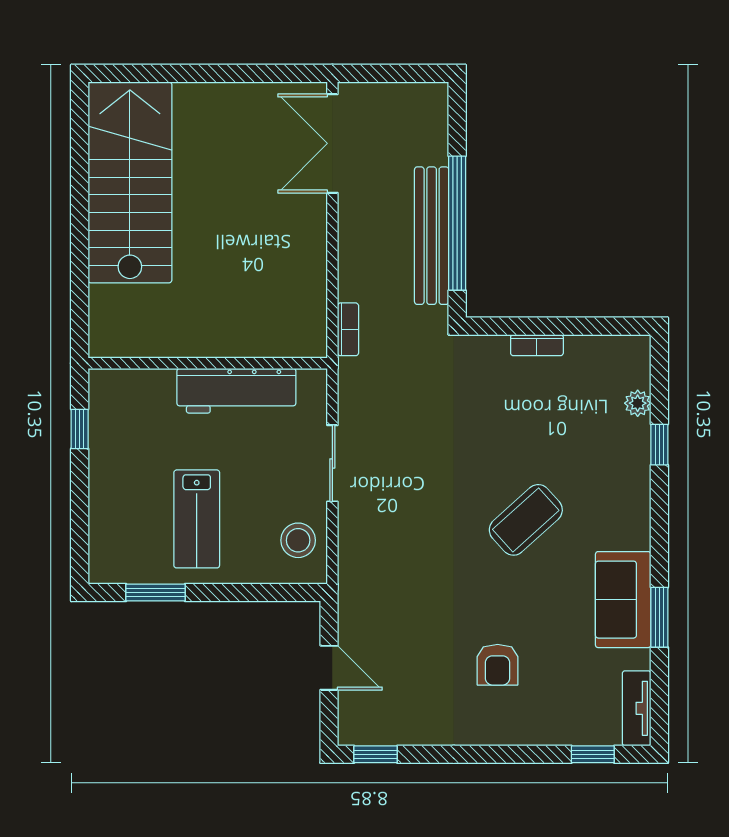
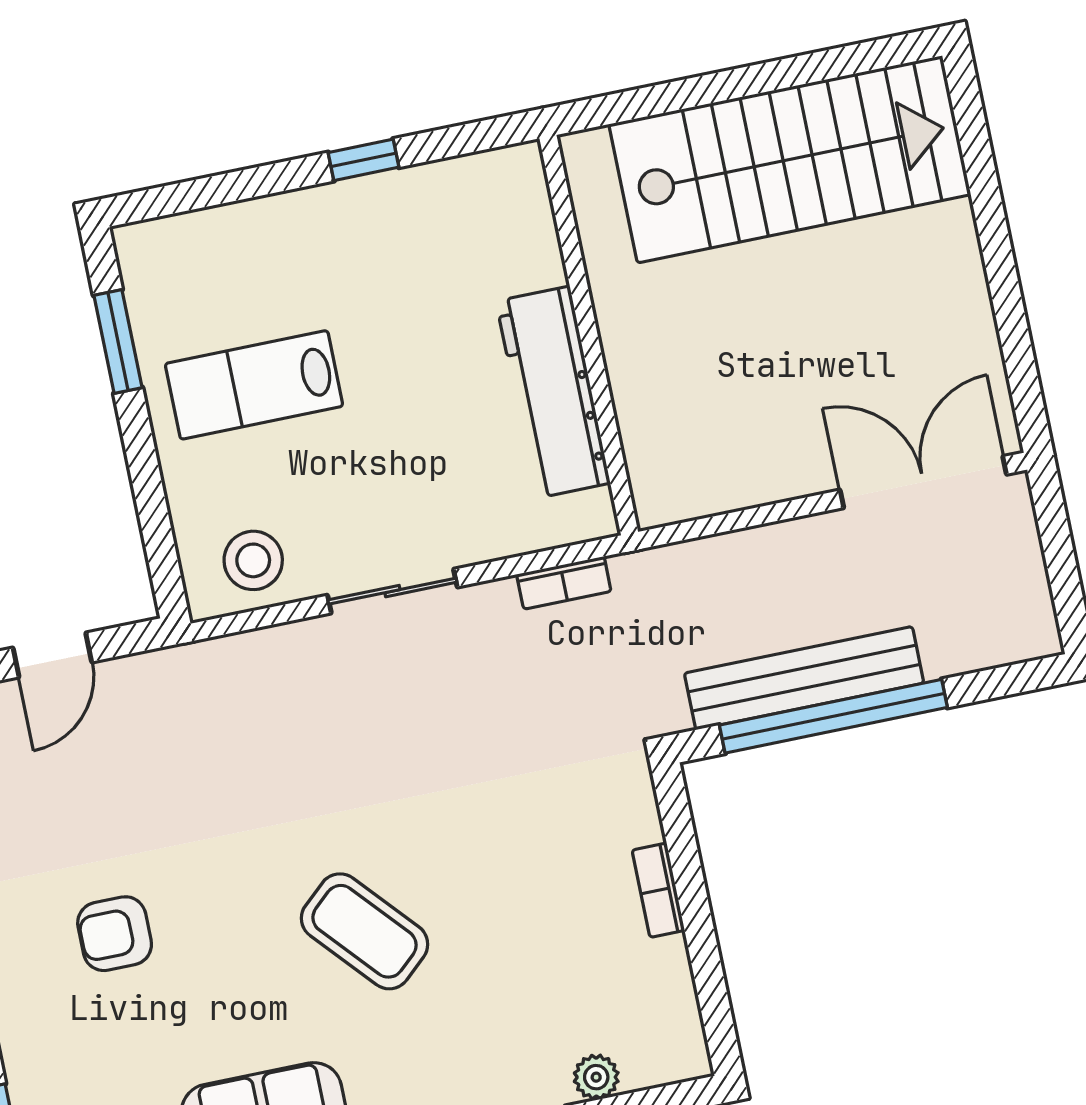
bookcase: (348, 329) -> (564, 583), moved
wall: (208, 363) -> (589, 335), moved
workbench: (236, 391) -> (553, 392), moved

